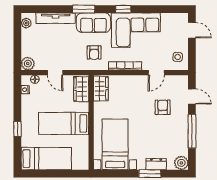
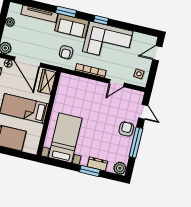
plant: (26, 23) -> (10, 22), moved
door: (192, 30) -> (157, 53), swing flipped
door: (55, 73) -> (27, 62), width x1.88
wardrobe: (101, 89) -> (64, 86), removed
armchair: (163, 107) -> (126, 129), moved

